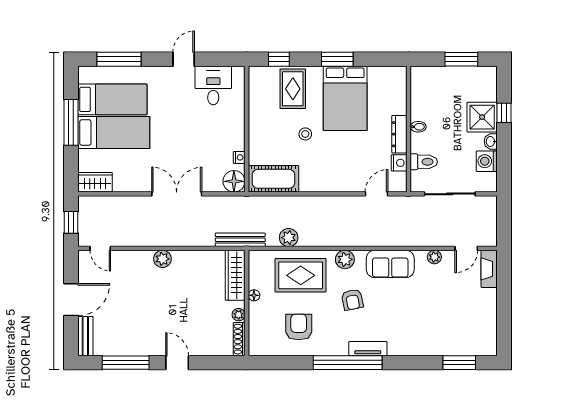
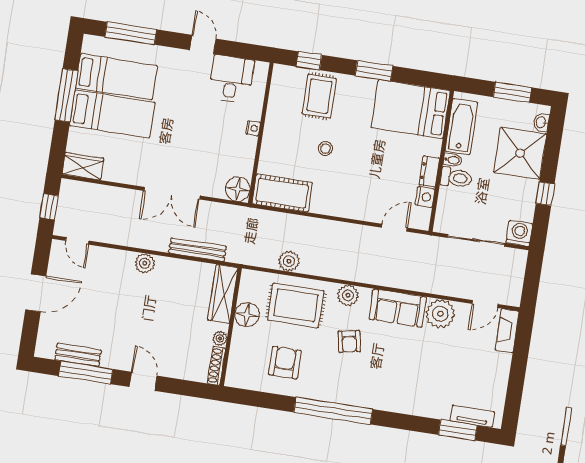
door: (184, 59) -> (203, 44), hinge flipped
bathtub: (421, 96) -> (461, 127), added
bed: (345, 98) -> (411, 109), moved, turned 90
window: (504, 113) -> (545, 194), moved
shower: (482, 117) -> (520, 153), width x1.37, depth x1.37
dresser: (399, 134) -> (429, 172), width x0.70
washbasin: (491, 141) -> (541, 122), moved
nightstand: (239, 157) -> (253, 128), moved
washing machine: (487, 161) -> (519, 233), moved, turned 90
toilet: (424, 162) -> (456, 178), moved
double door: (177, 194) -> (172, 193), swing flipped
bench: (240, 240) -> (198, 250), moved
plant: (434, 257) -> (440, 314), width x1.87, depth x1.87
floor lamp: (254, 295) -> (247, 315), width x1.89, depth x1.89
bench: (85, 336) -> (78, 355), moved, turned 90
tv unit: (368, 349) -> (472, 416), moved

